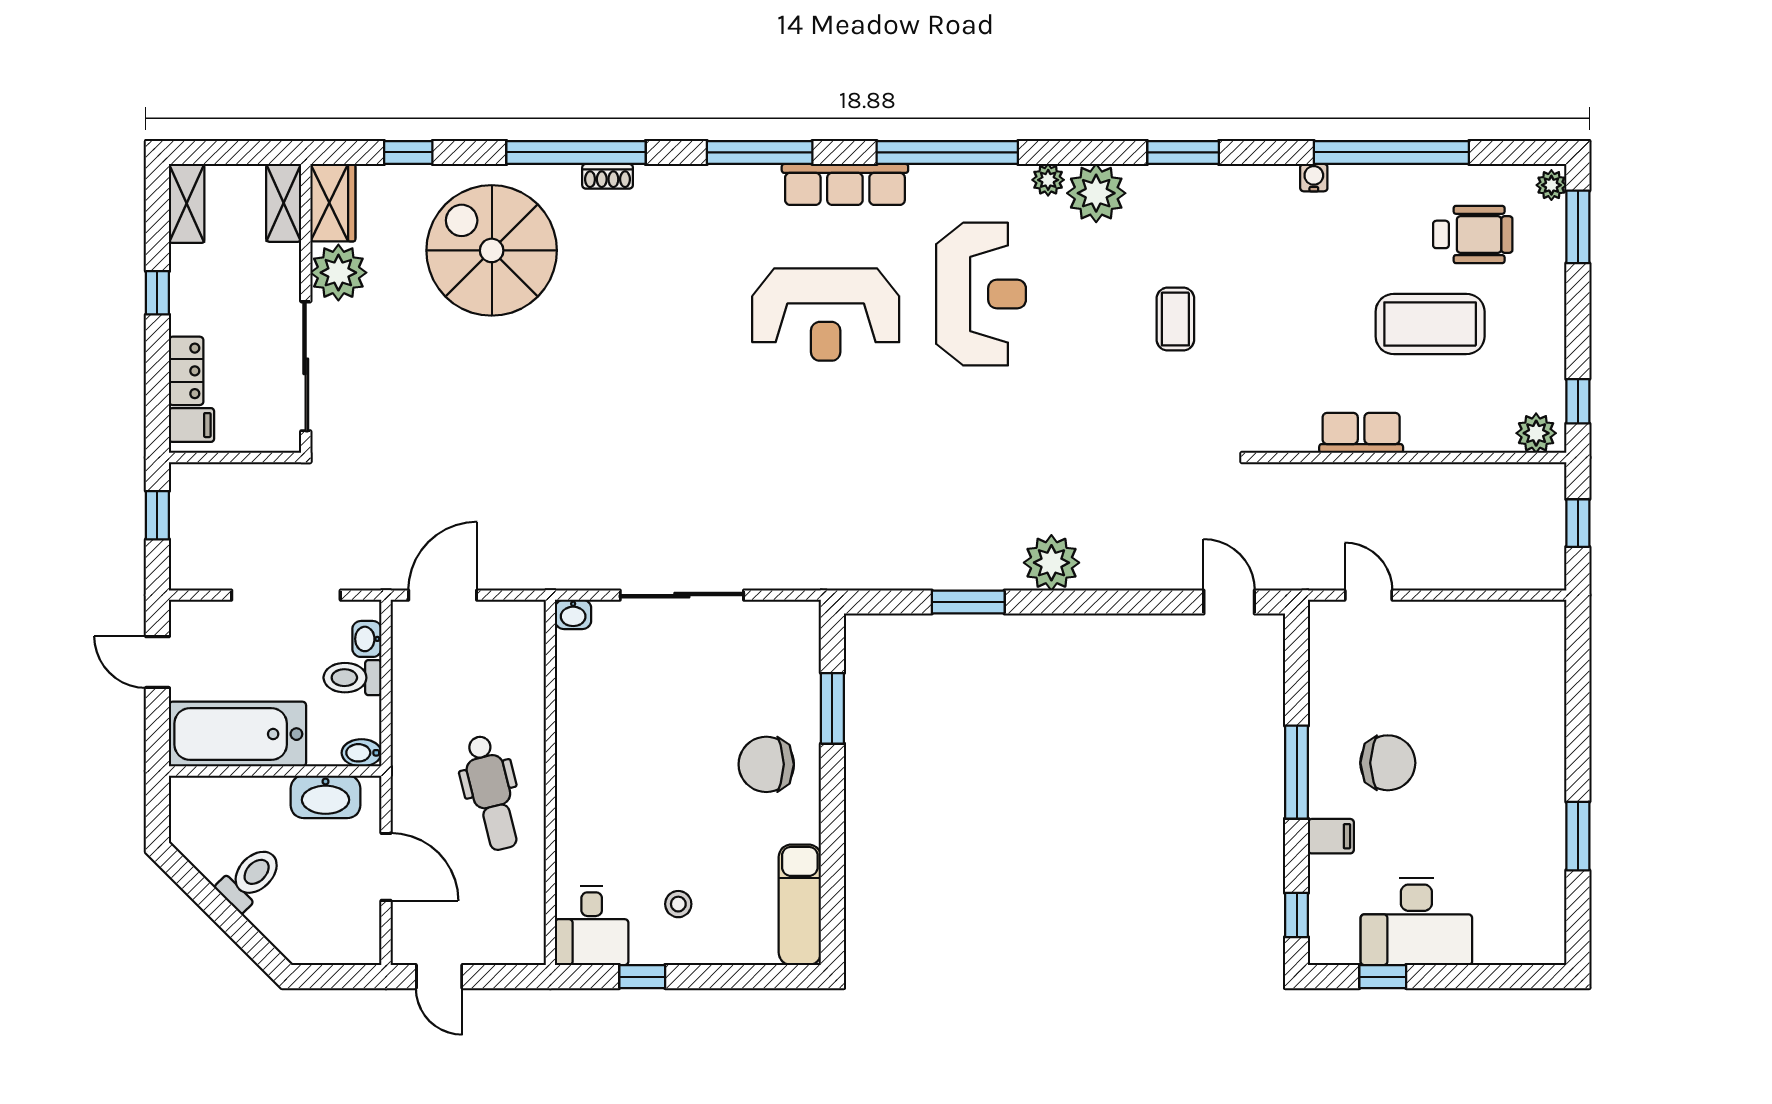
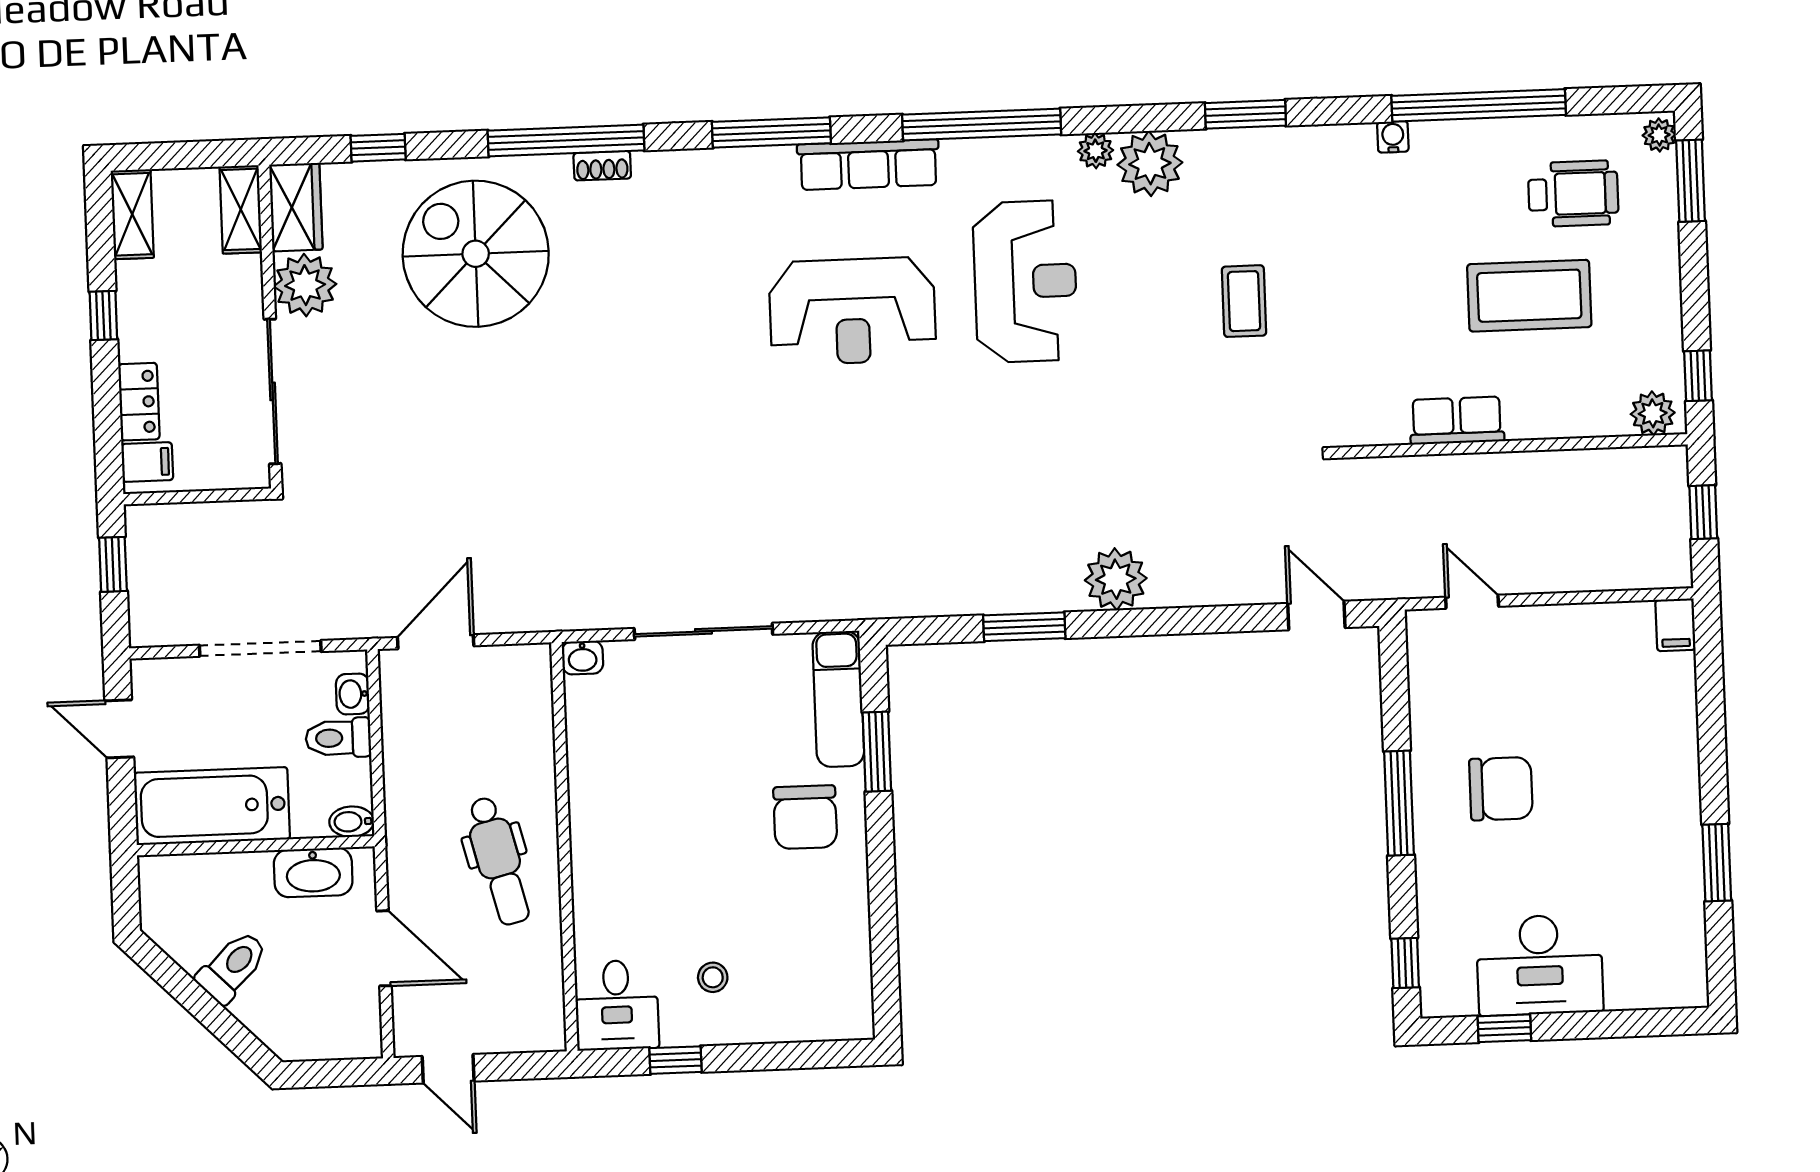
chair: (766, 764) -> (805, 817), turned -90
filing cabinet: (1331, 836) -> (1675, 625), moved, turned 90
exam couch: (800, 905) -> (838, 699), moved

